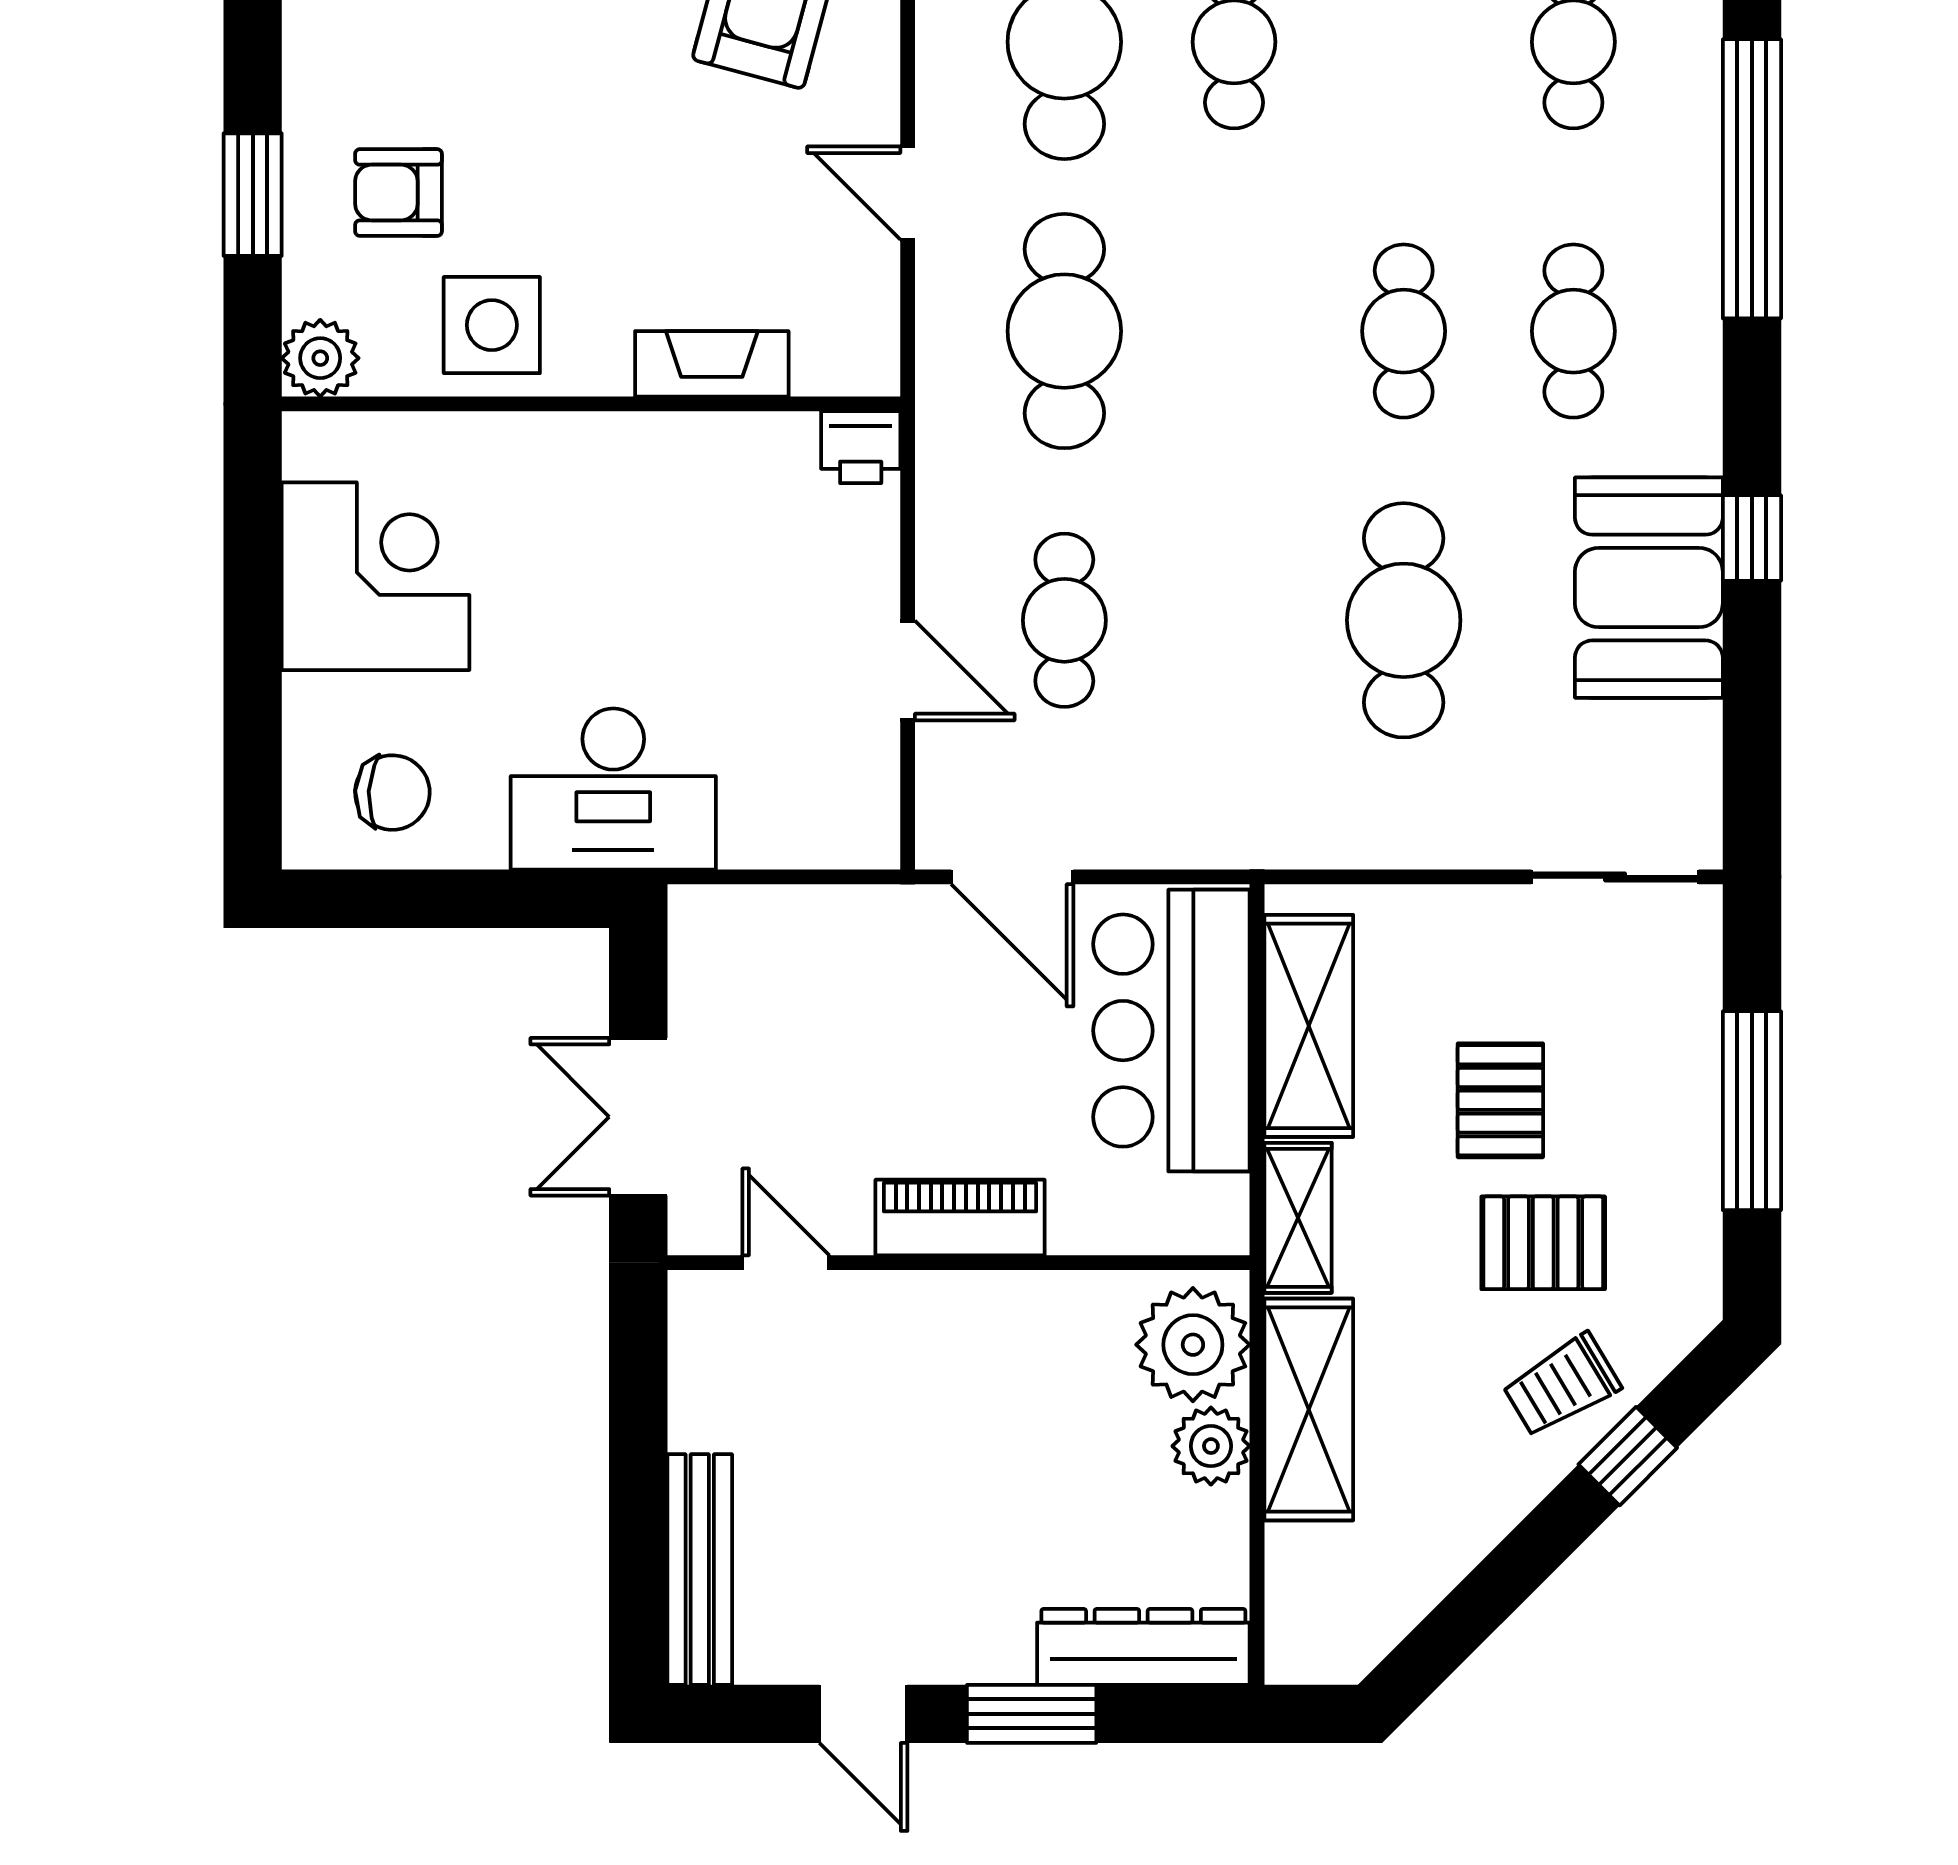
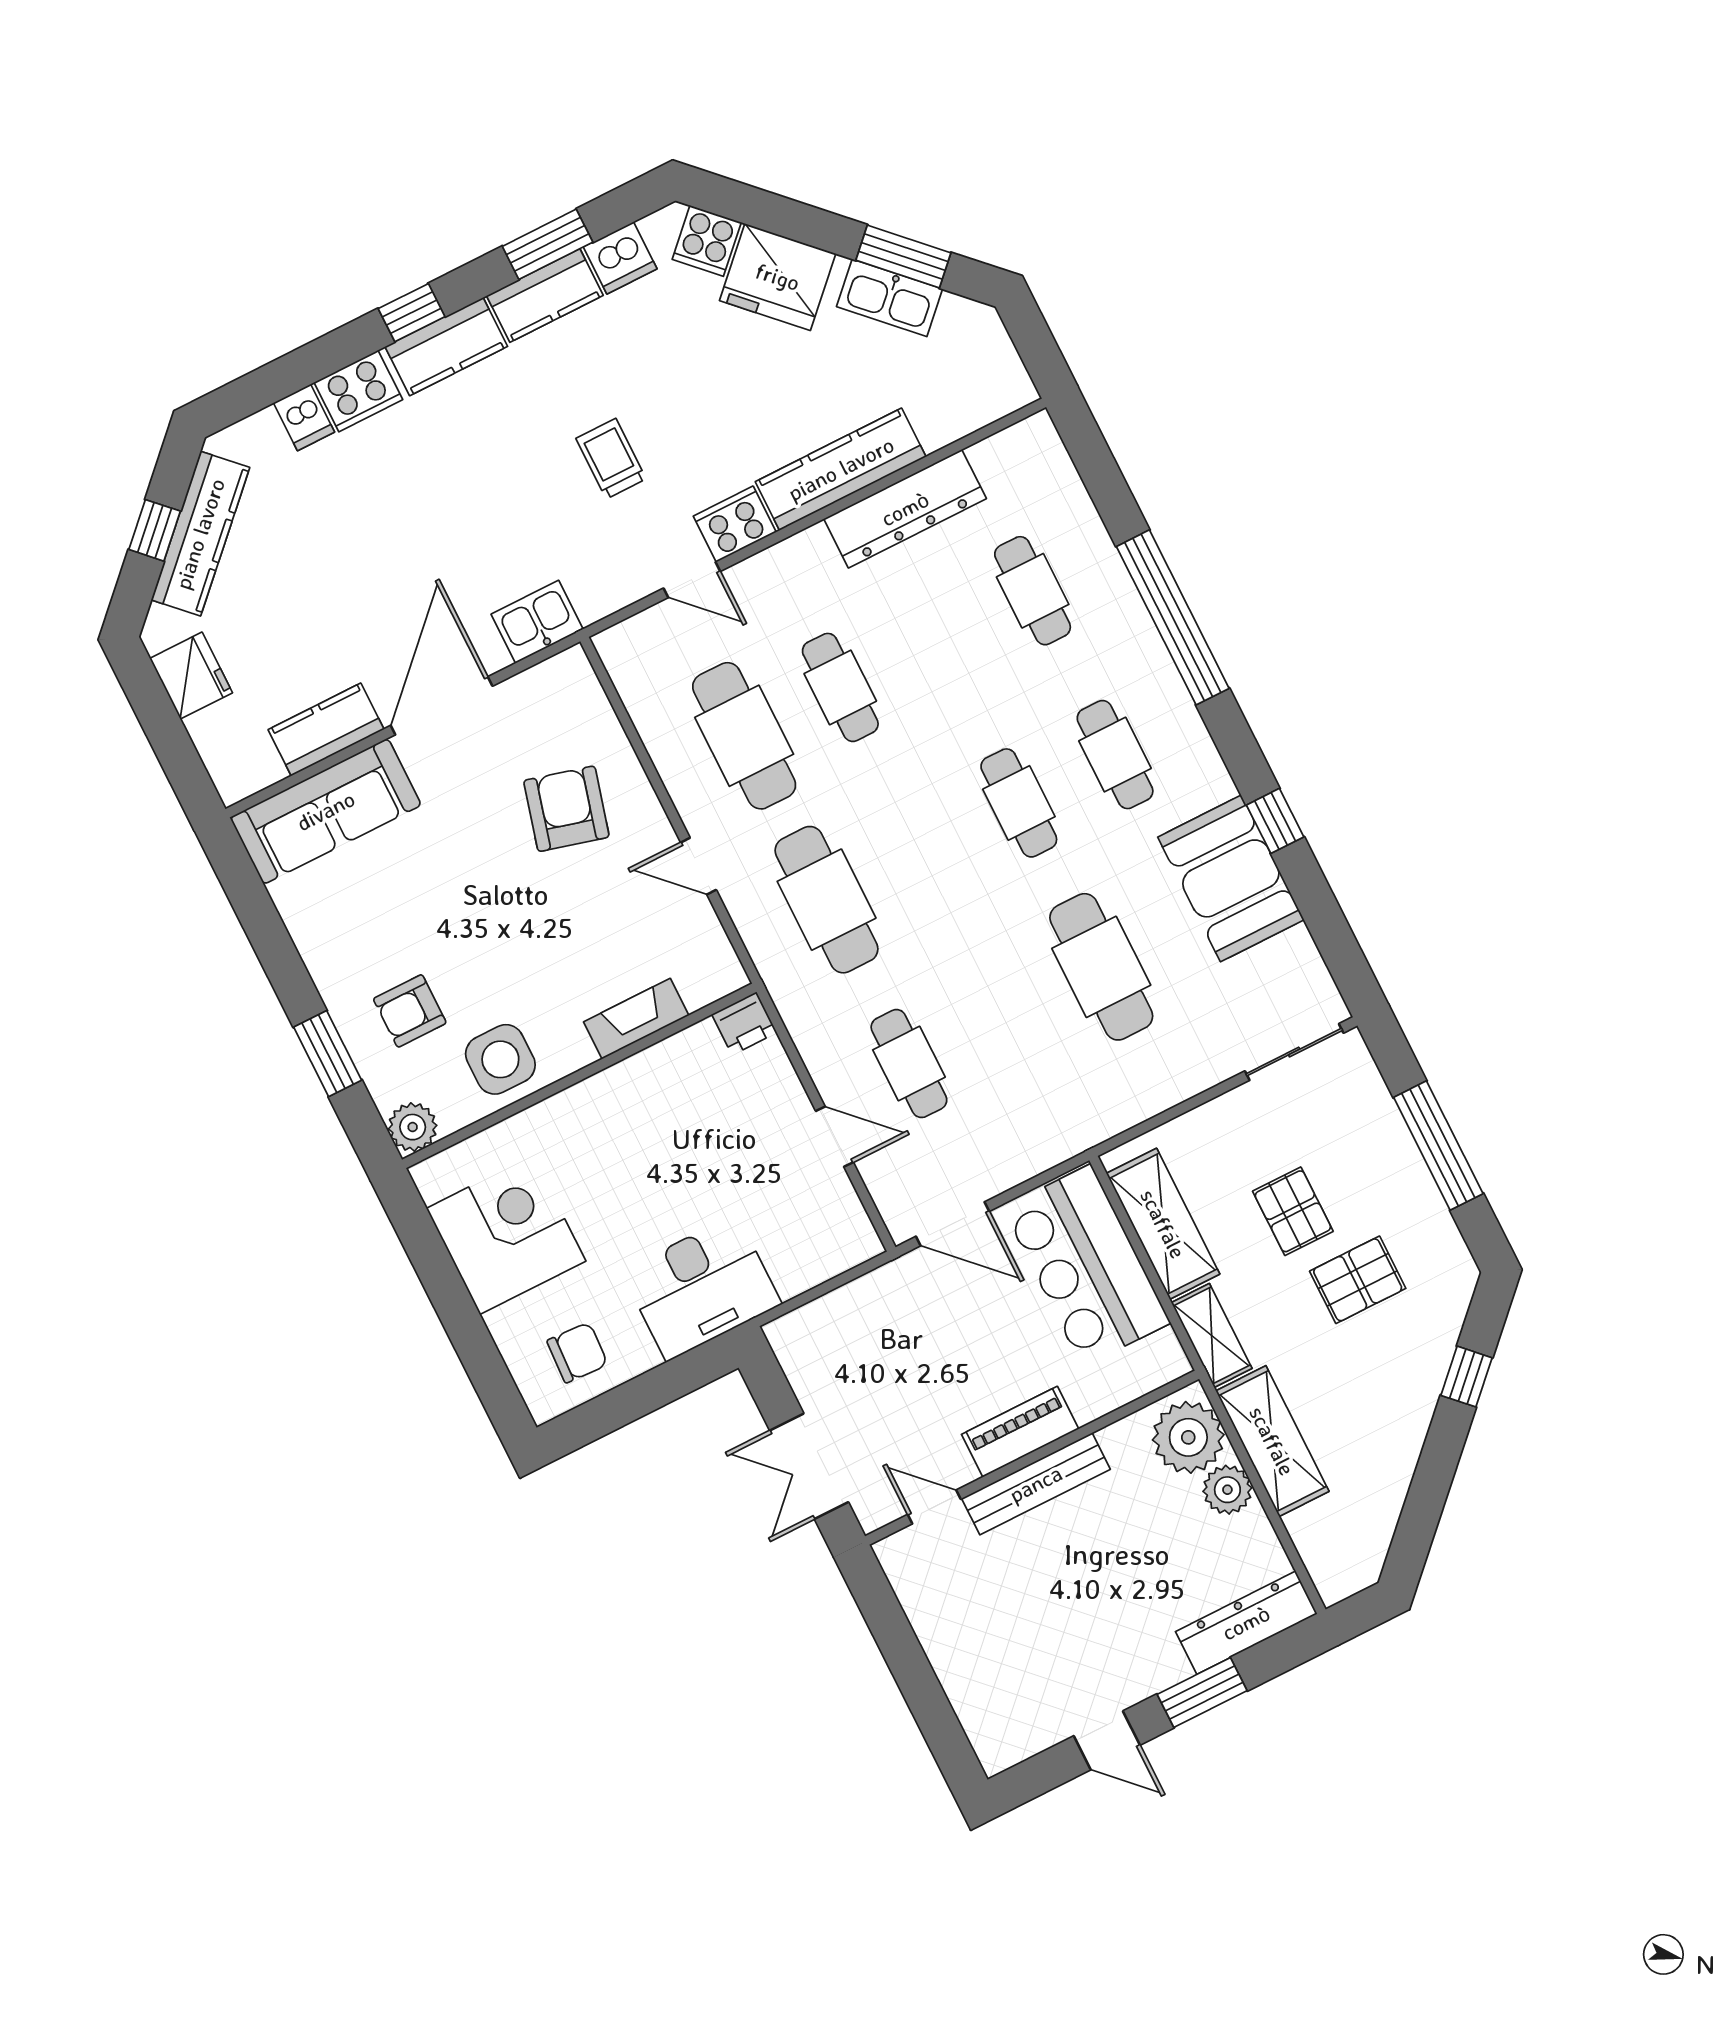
trolley: (1562, 1385) -> (1409, 1355), removed
bench: (700, 1570) -> (1036, 1484), moved, turned 90

